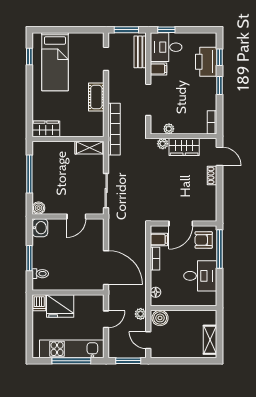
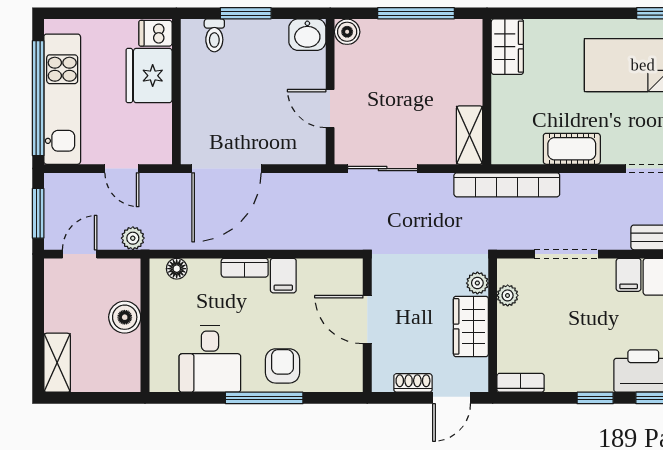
door: (181, 223) -> (367, 320), moved
wall: (184, 223) -> (367, 325), moved
boiler: (160, 318) -> (125, 317), moved
shelving: (210, 340) -> (57, 363), moved, turned 90
window: (71, 361) -> (38, 98), width x1.46

